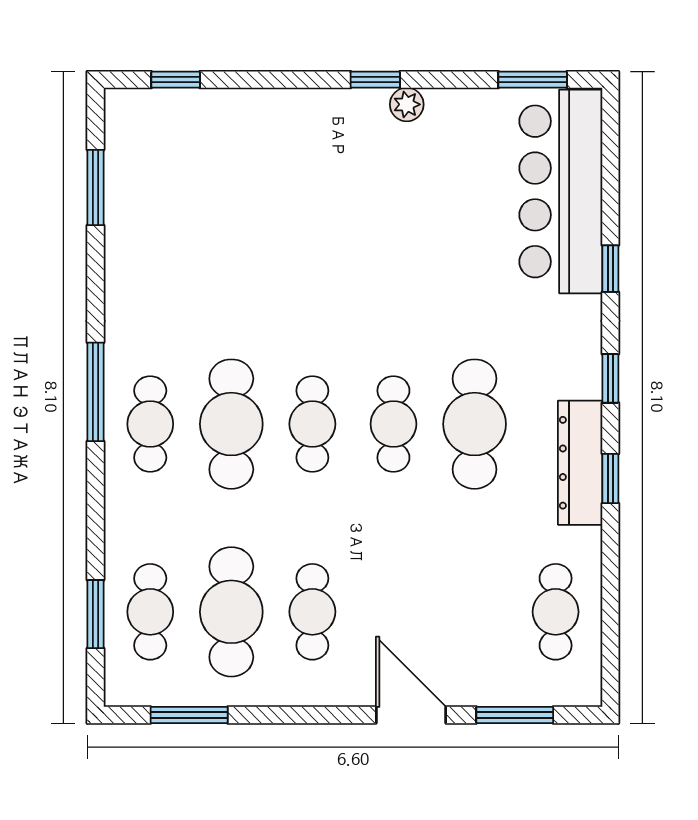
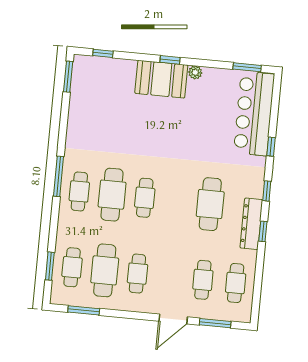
window: (375, 80) -> (170, 60), moved
booth: (325, 129) -> (161, 79), added
window: (96, 188) -> (68, 77), moved
cafe table: (393, 424) -> (203, 280), moved
door: (411, 715) -> (173, 319), swing flipped

